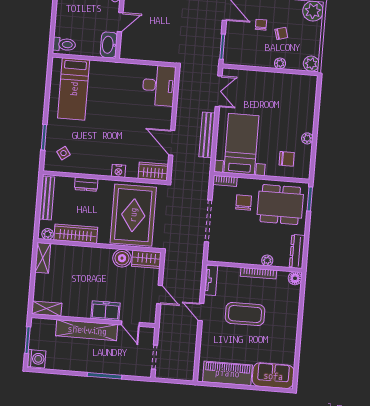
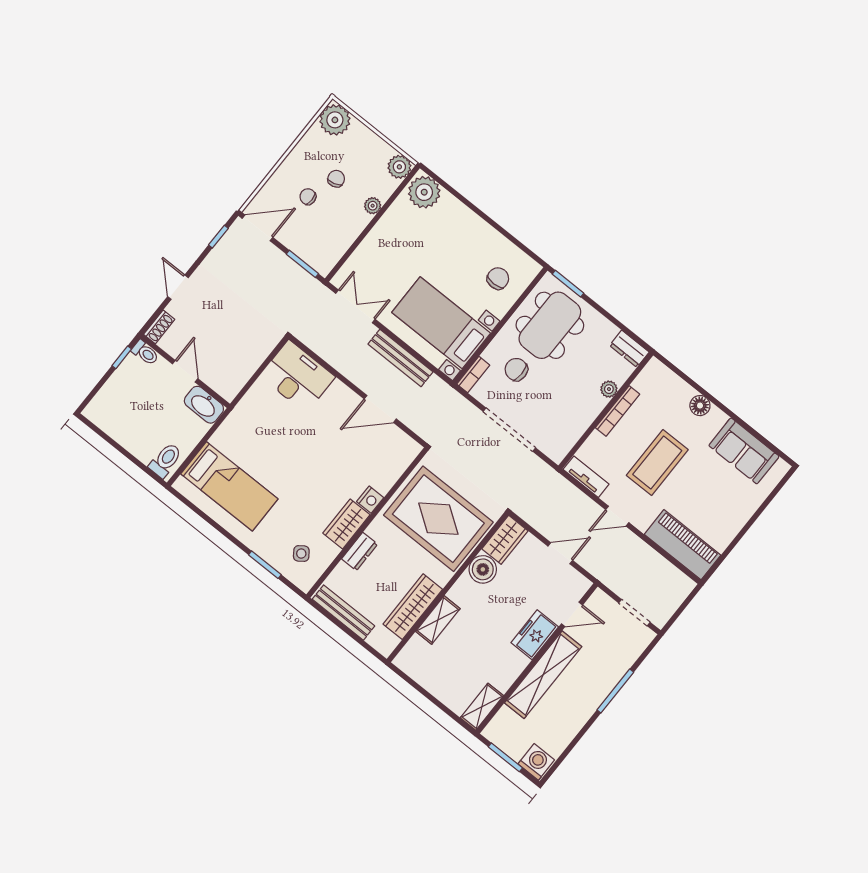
plant: (307, 138) -> (424, 192), moved, width x1.88, depth x1.88
wardrobe: (153, 171) -> (346, 524), moved
plant: (48, 234) -> (389, 642), removed
dresser: (297, 252) -> (629, 349), width x0.70
shelving: (43, 258) -> (438, 620), moved, turned 90
floor lamp: (295, 278) -> (700, 406), moved
piano: (227, 373) -> (682, 545), moved, turned 90
sofa: (273, 376) -> (744, 451), moved, turned -90

